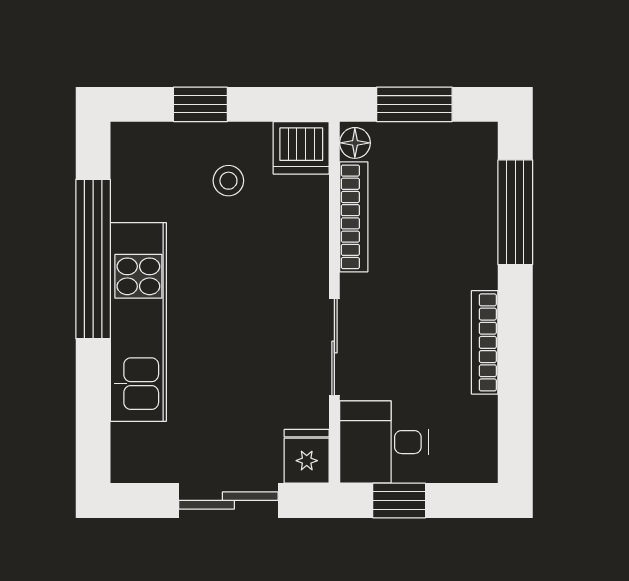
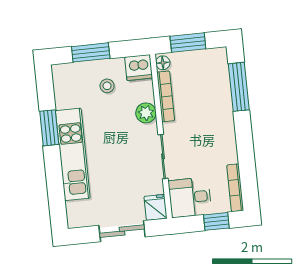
window: (200, 104) -> (91, 52), width x1.50
plant: (307, 248) -> (146, 113), added
window: (93, 259) -> (49, 128), width x0.47
bookcase: (485, 342) -> (235, 188), moved
window: (399, 500) -> (216, 221), moved

